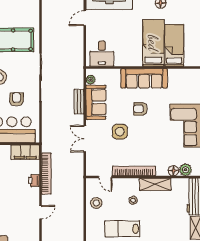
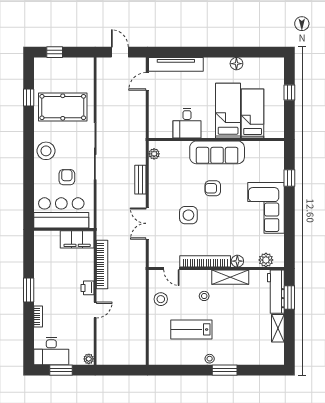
desk: (102, 54) -> (187, 123), moved
sofa: (96, 102) -> (160, 181), removed
floor lamp: (173, 171) -> (237, 261), moved
printer: (34, 180) -> (88, 288), moved

